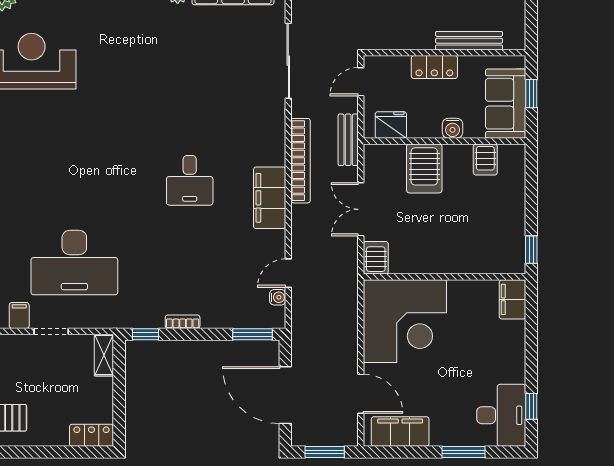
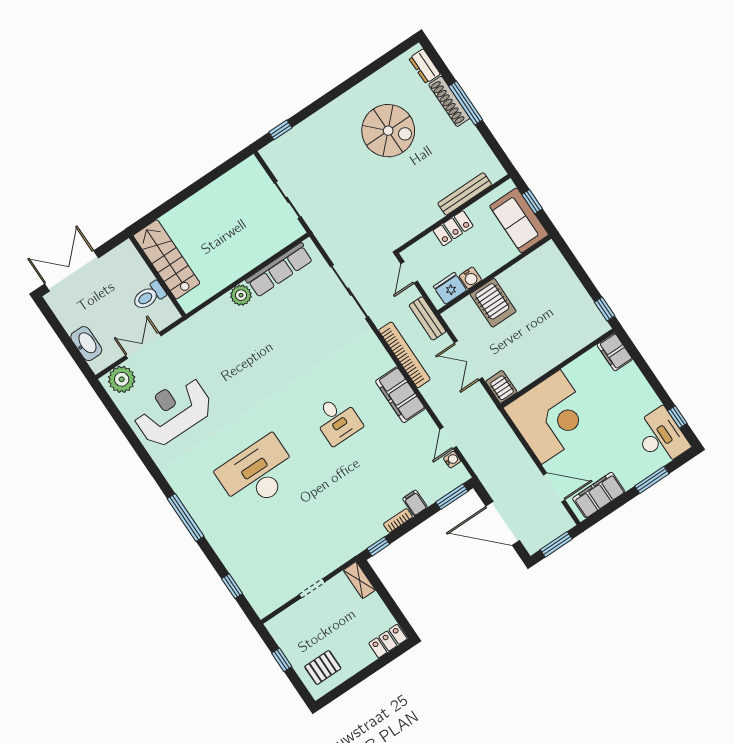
water cooler: (453, 128) -> (470, 278), moved
server rack: (485, 159) -> (531, 268), removed
desk: (74, 263) -> (258, 473), moved, turned 180
filing cabinet: (19, 316) -> (415, 503), moved

